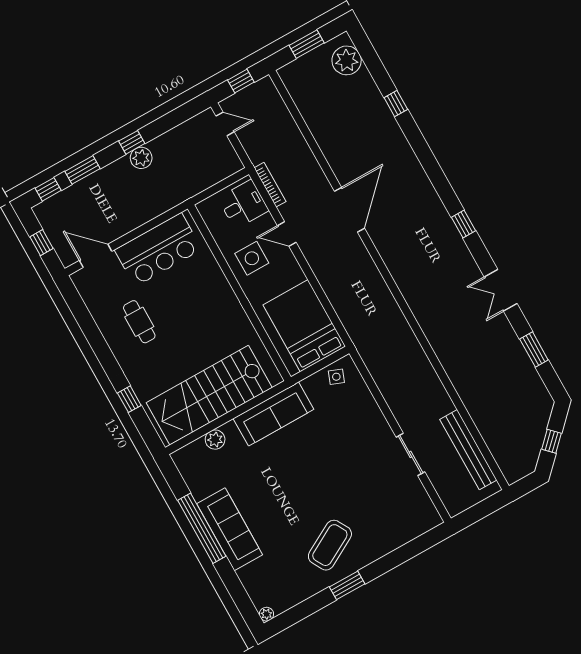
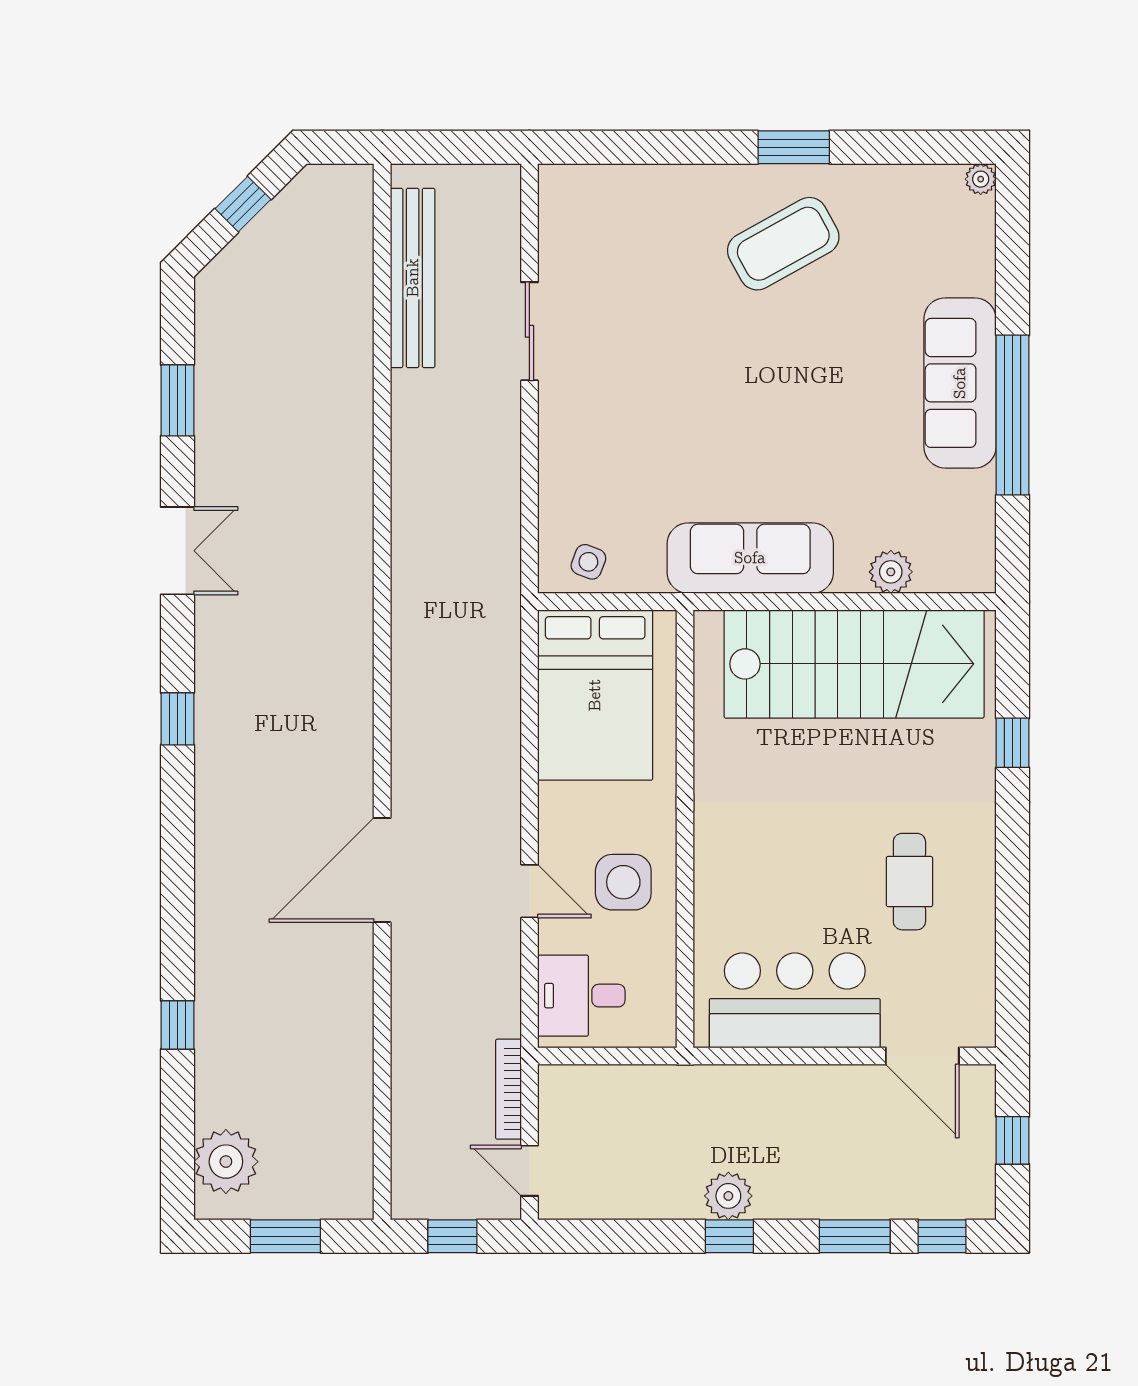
bookcase: (270, 185) -> (508, 1089), moved

